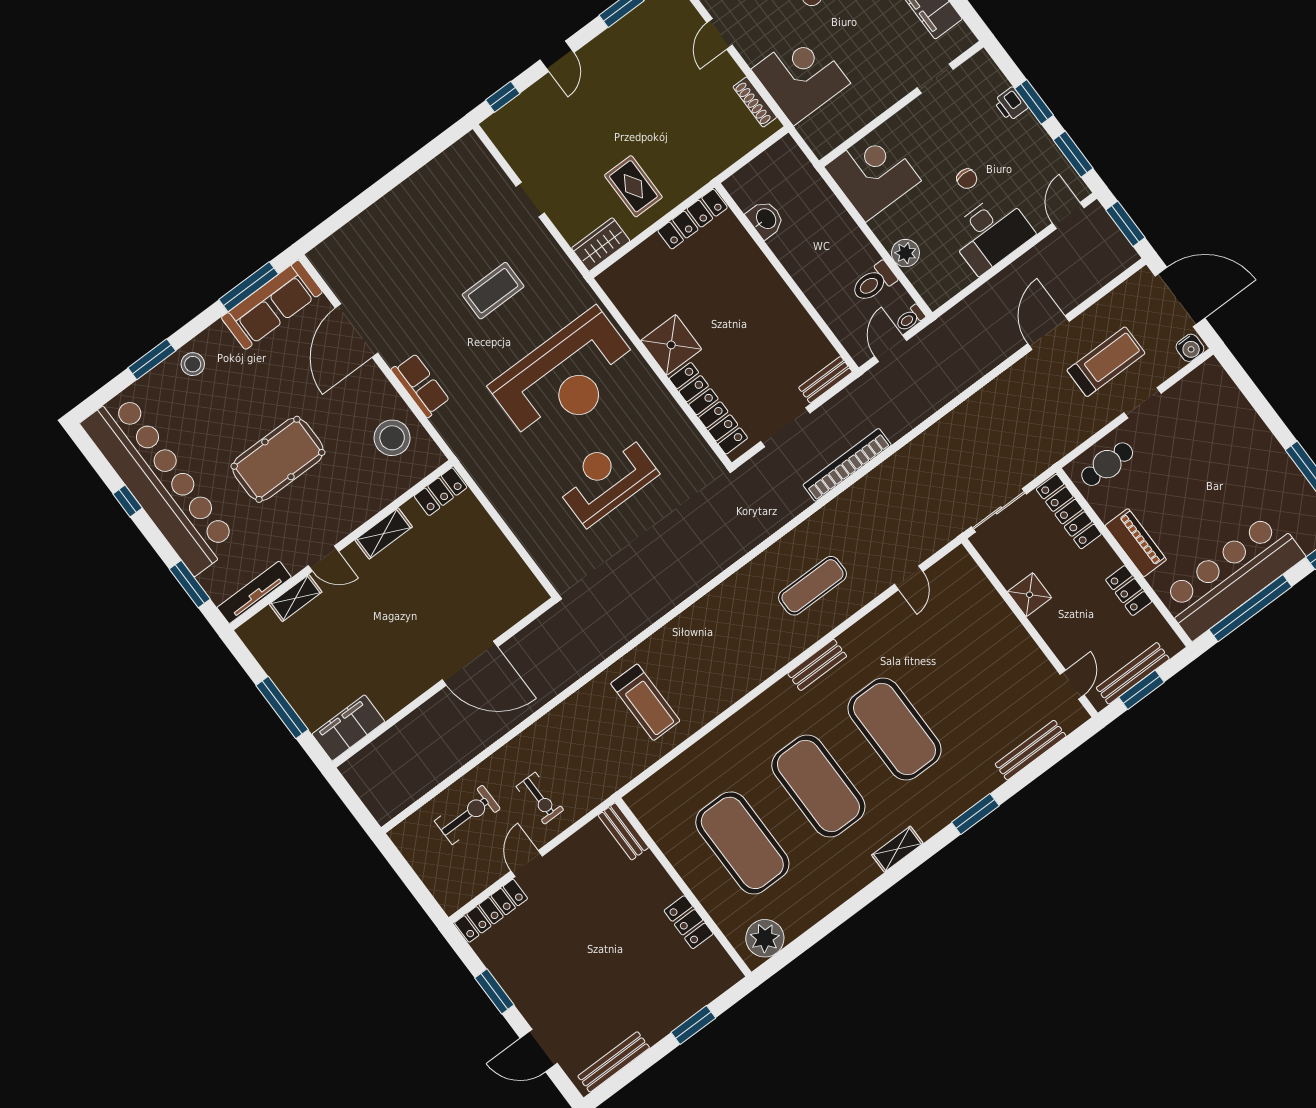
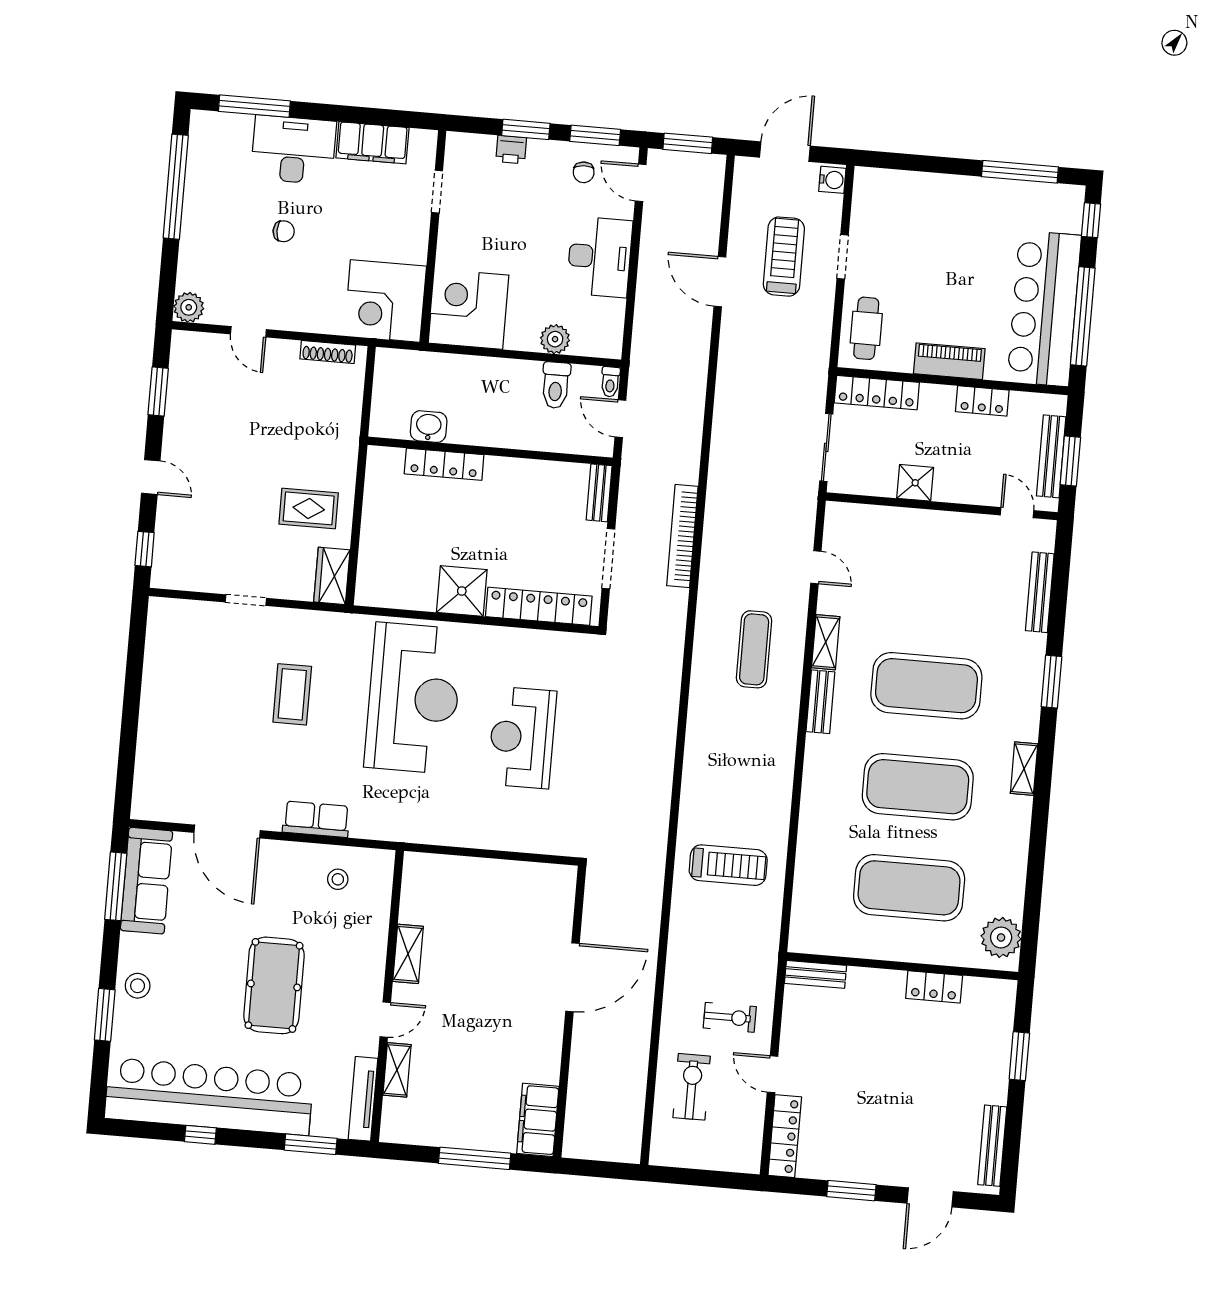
corner desk: (801, 76) -> (385, 301), moved, turned -90
chair: (967, 179) -> (584, 172), moved, turned 87
locker: (693, 219) -> (444, 464), moved, turned 90
door: (1180, 297) -> (785, 152), width x0.73
stool: (392, 438) -> (338, 879), width x0.53, depth x0.53
locker: (441, 492) -> (415, 879), removed
shelving: (862, 631) -> (826, 642), added

